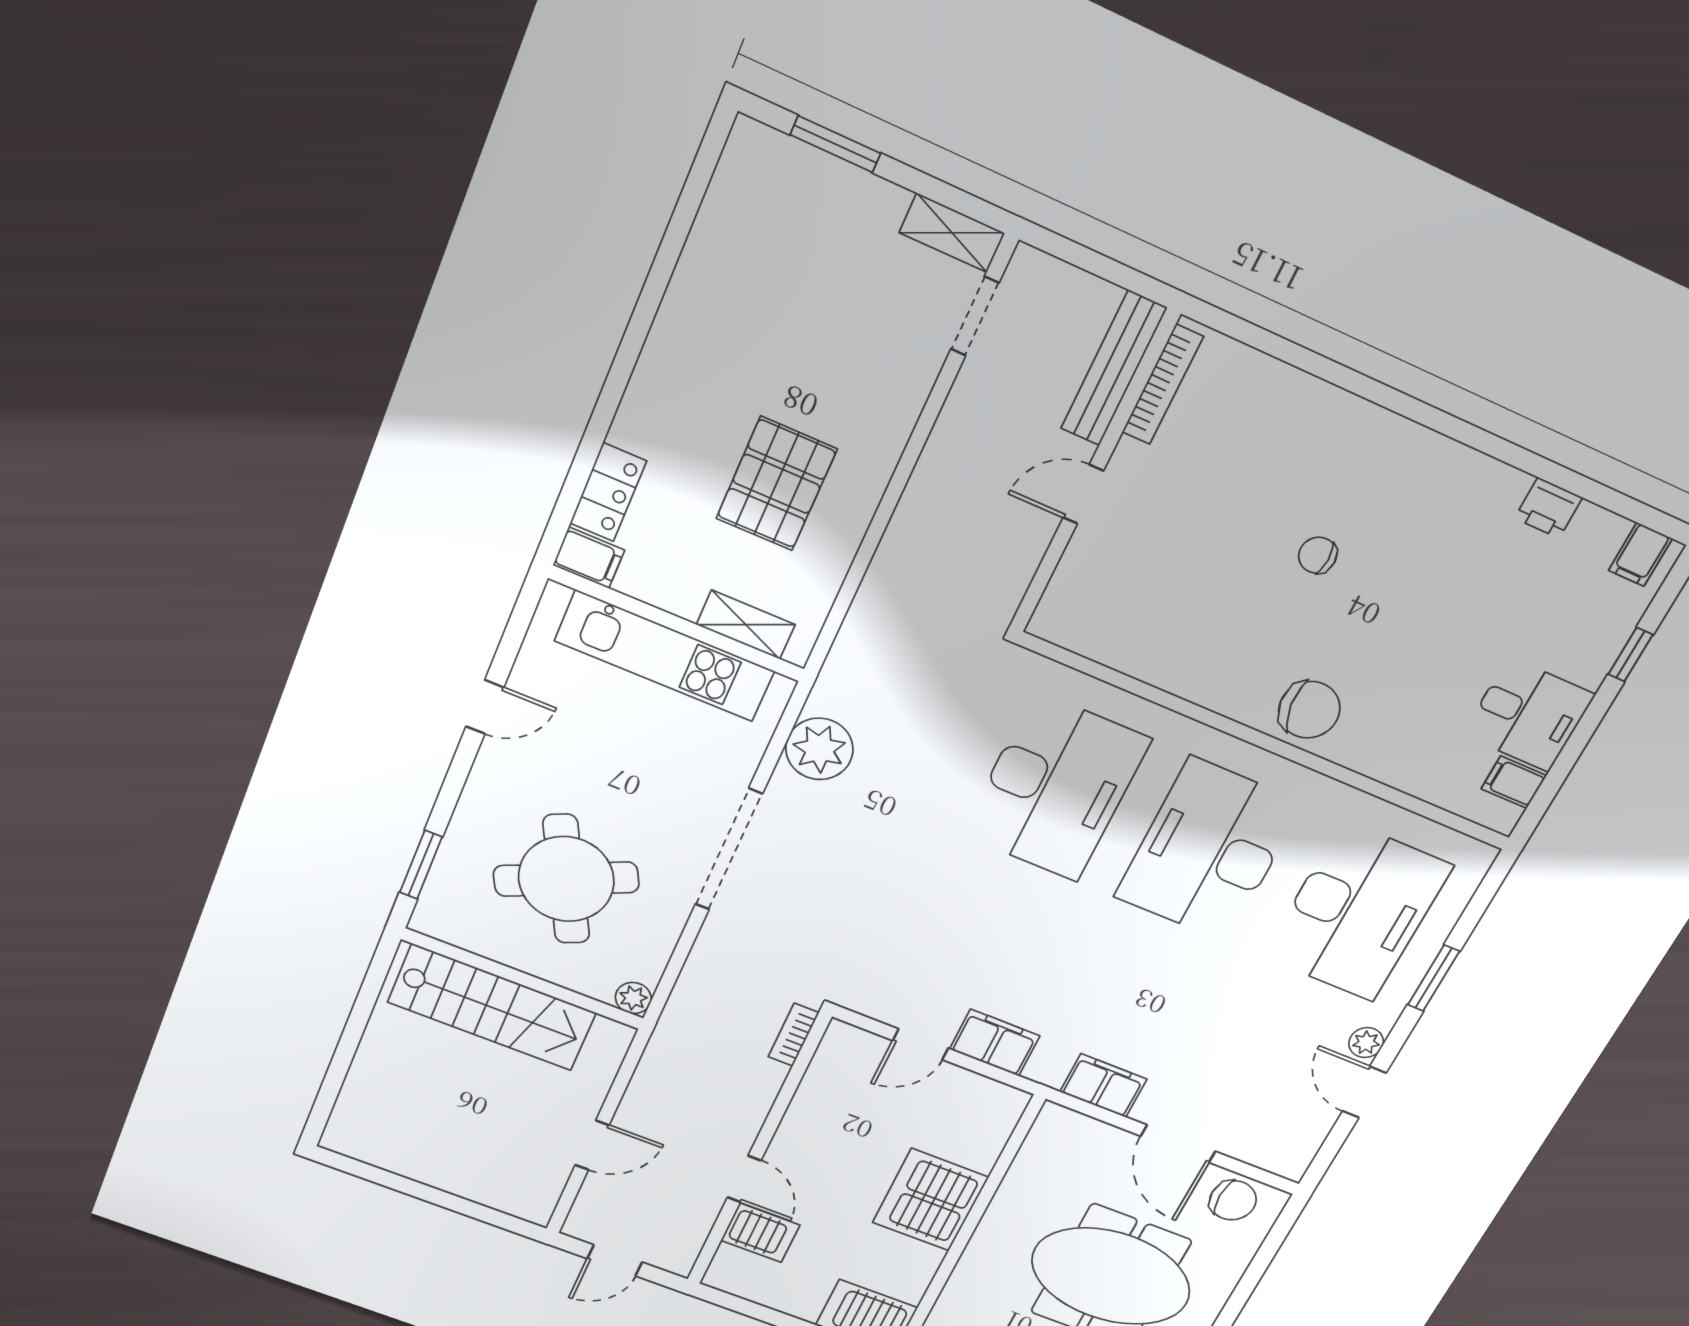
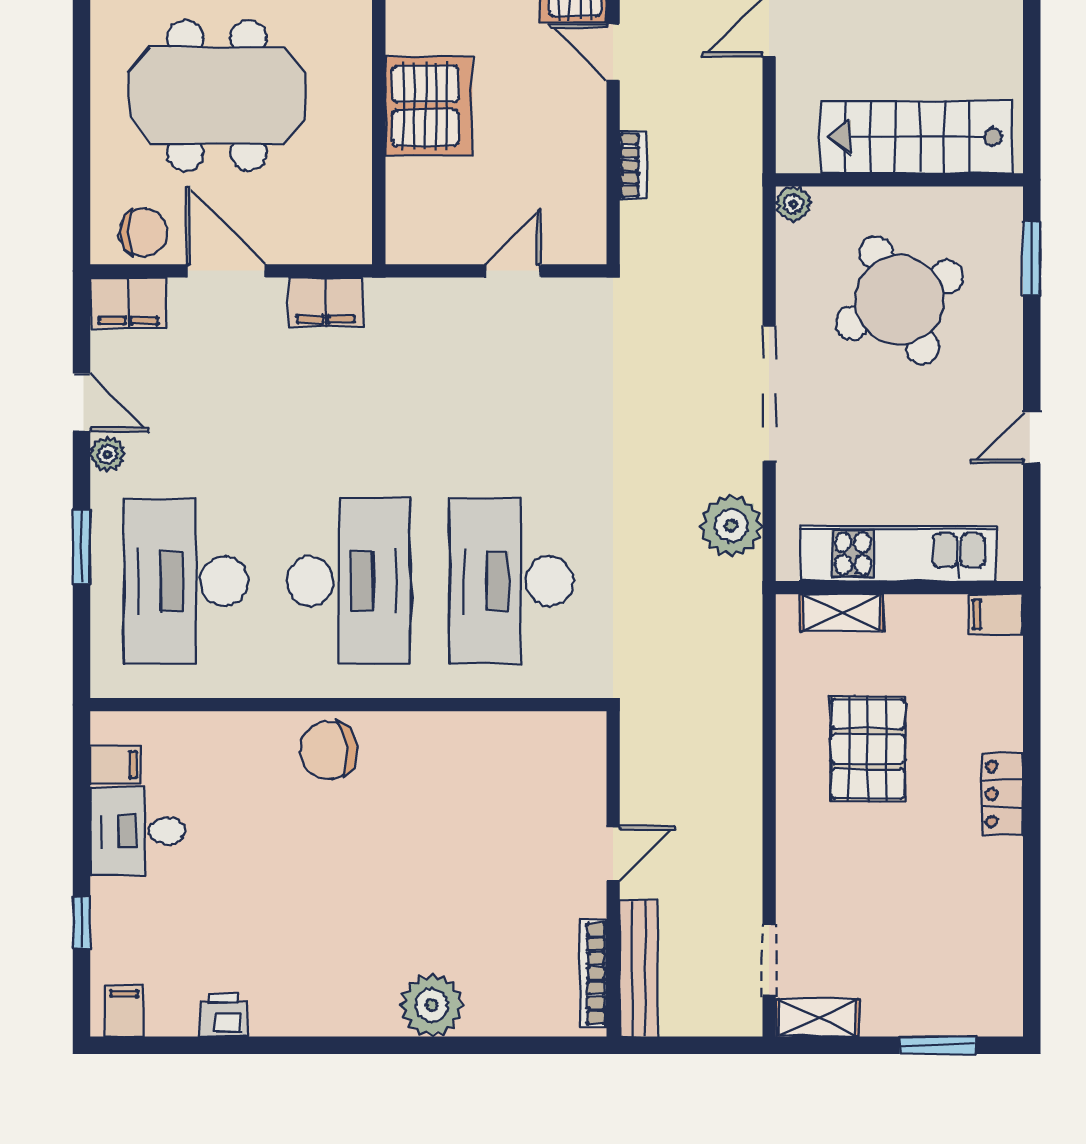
plant: (1341, 426) -> (432, 1005), added
locker: (608, 492) -> (1002, 794), moved
chair: (1318, 555) -> (393, 889), removed
bookcase: (794, 1035) -> (633, 165), moved
filing cabinet: (995, 1043) -> (128, 303), moved
chair: (1233, 1200) -> (143, 232), turned 180

